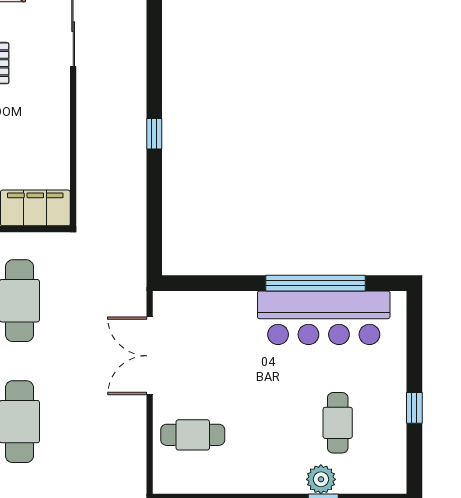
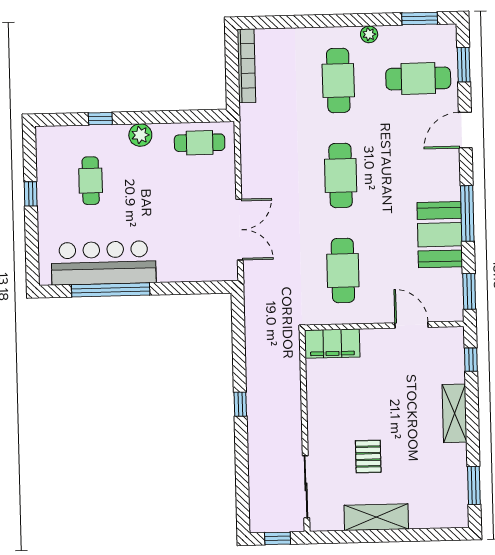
cafe table: (193, 435) -> (200, 143), moved
plant: (321, 479) -> (140, 135), moved

